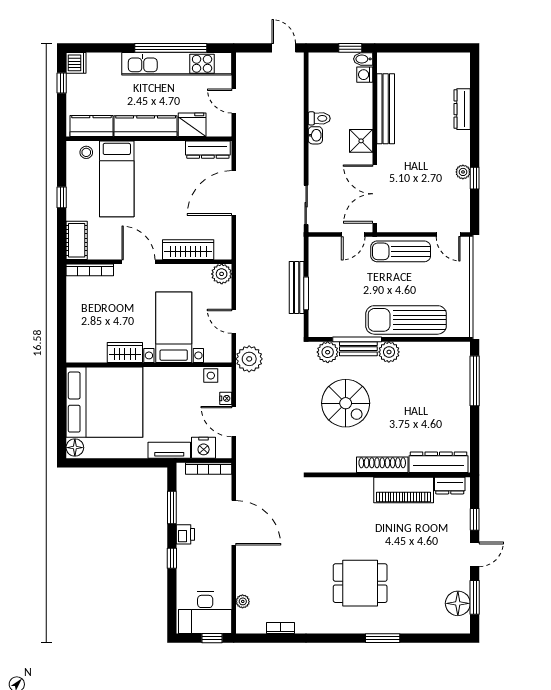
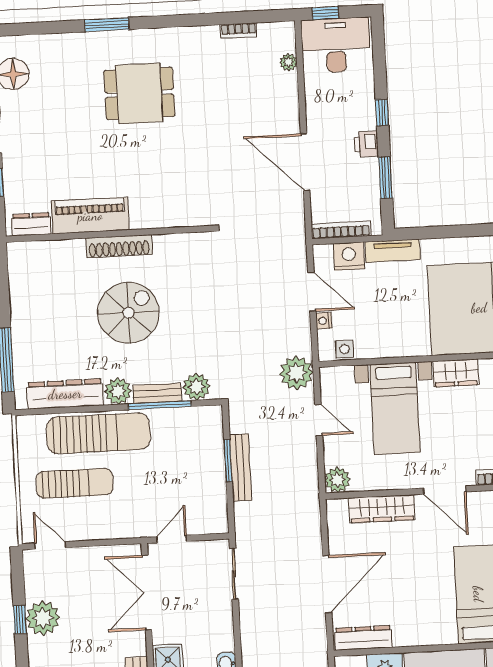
plant: (463, 172) -> (43, 618), width x1.88, depth x1.88
double door: (375, 194) -> (147, 592), swing flipped
sun lounger: (401, 251) -> (75, 483), moved
spiral stairs: (346, 403) -> (128, 313), moved, turned 90
dresser: (439, 462) -> (65, 394), moved, turned 180

